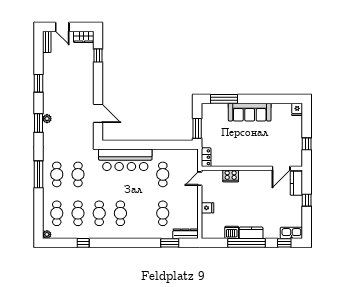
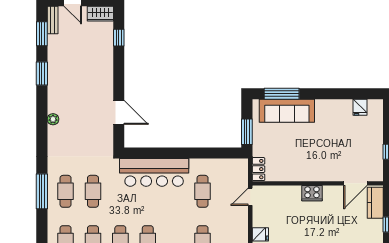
fridge: (297, 109) -> (360, 107), moved
sofa: (250, 112) -> (287, 111), moved
window: (38, 123) -> (42, 34), moved
cooker: (231, 176) -> (312, 193), moved

